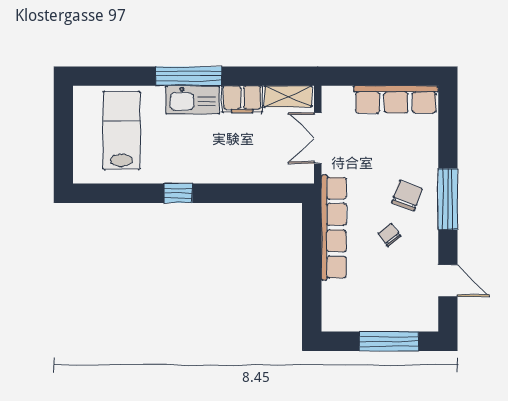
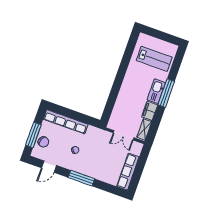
double door: (318, 138) -> (124, 135), swing flipped
window: (178, 193) -> (121, 72), removed
chair: (407, 196) -> (43, 142), moved
row of seats: (334, 228) -> (66, 122), moved

